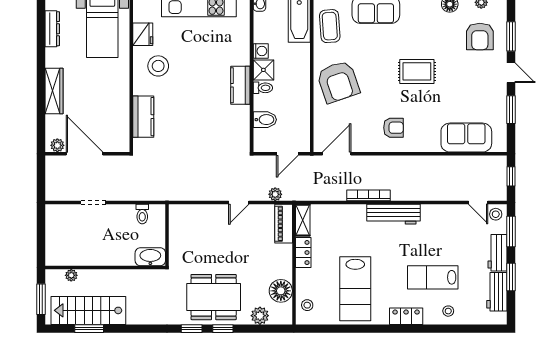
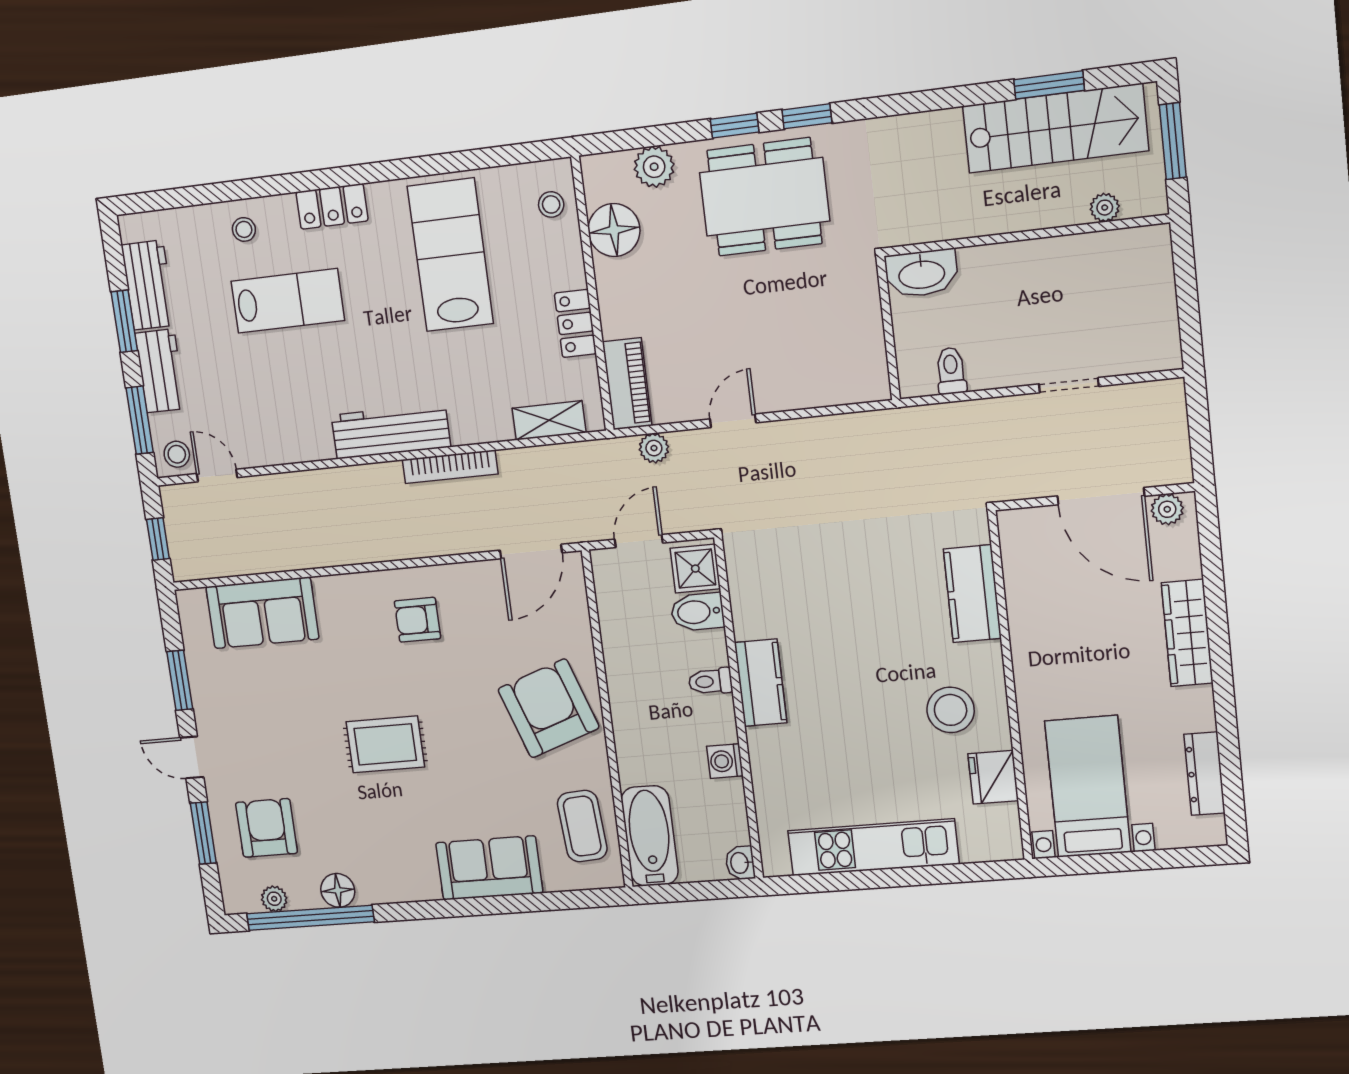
shower: (263, 70) -> (695, 569), moved
shelving: (303, 220) -> (549, 420), moved, turned 90

